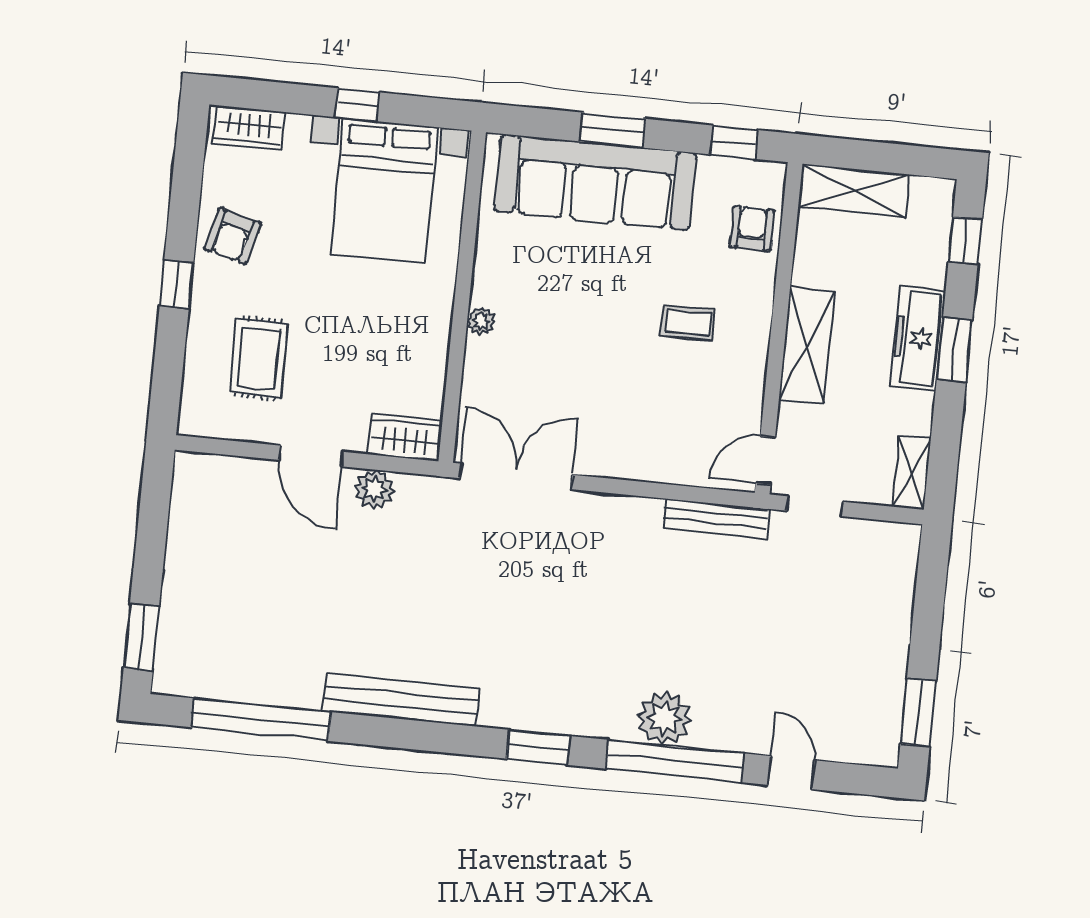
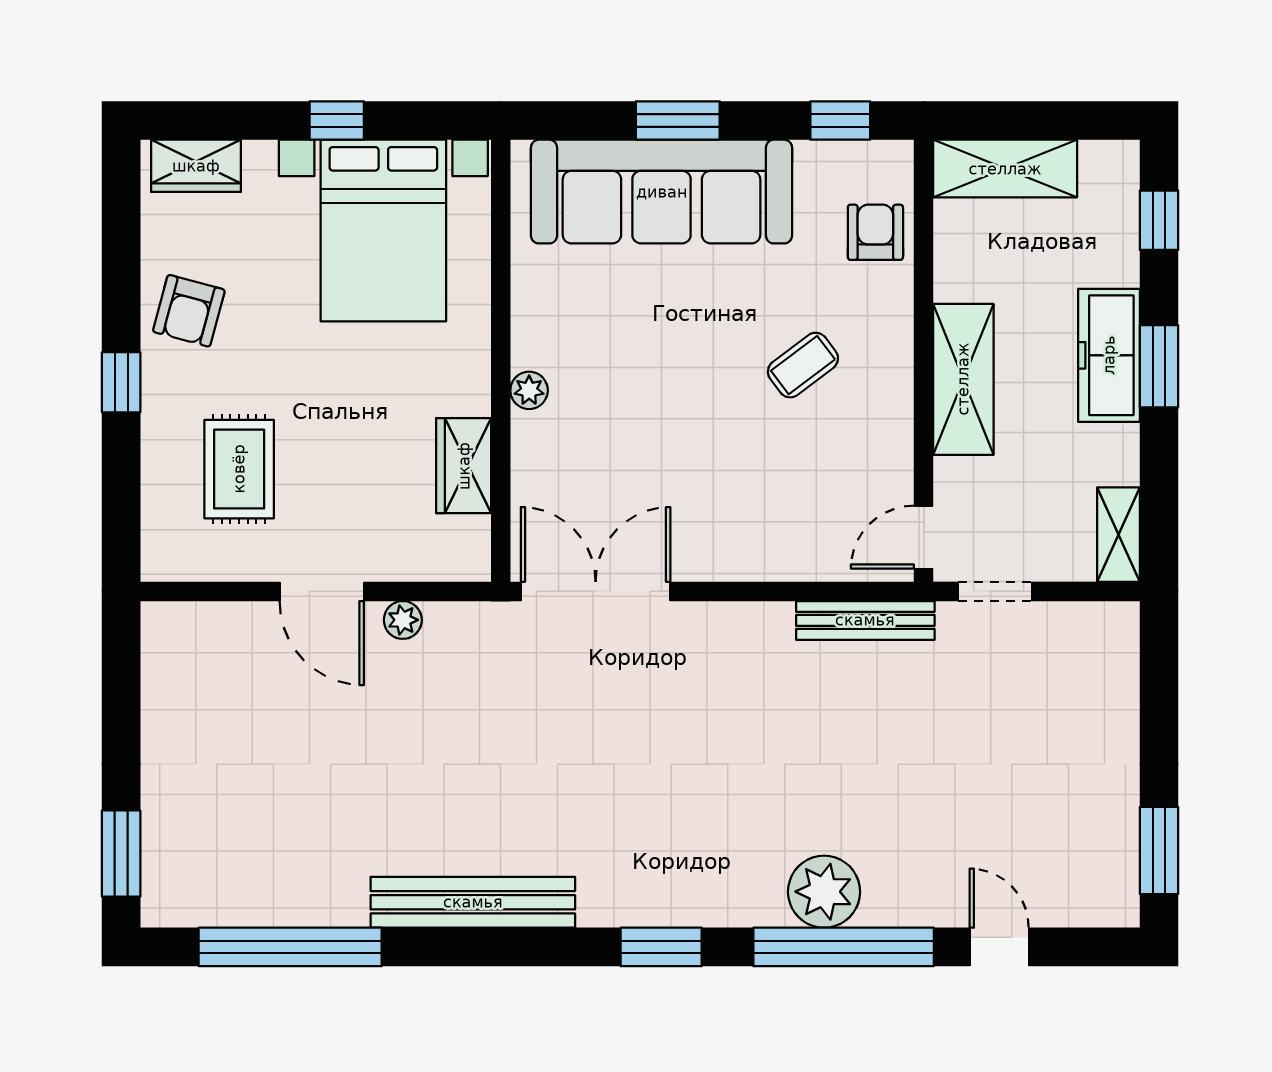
coffee table: (688, 323) -> (803, 365), turned -37
wardrobe: (405, 437) -> (464, 466), moved, turned -90
plant: (374, 489) -> (403, 620), width x0.73, depth x0.73

